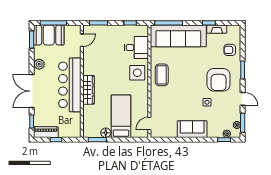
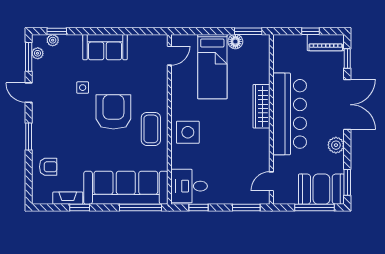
desk: (136, 48) -> (189, 186), moved
armchair: (219, 80) -> (113, 112), moved

